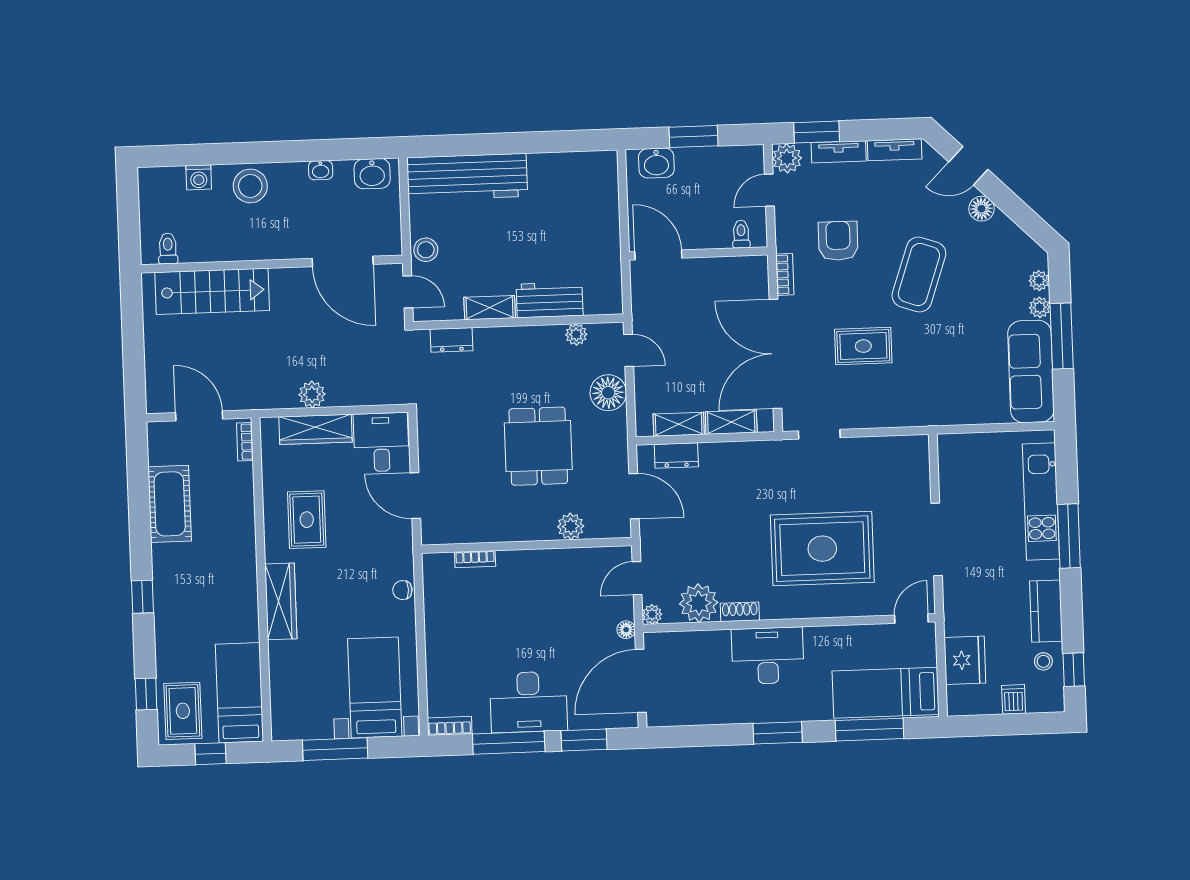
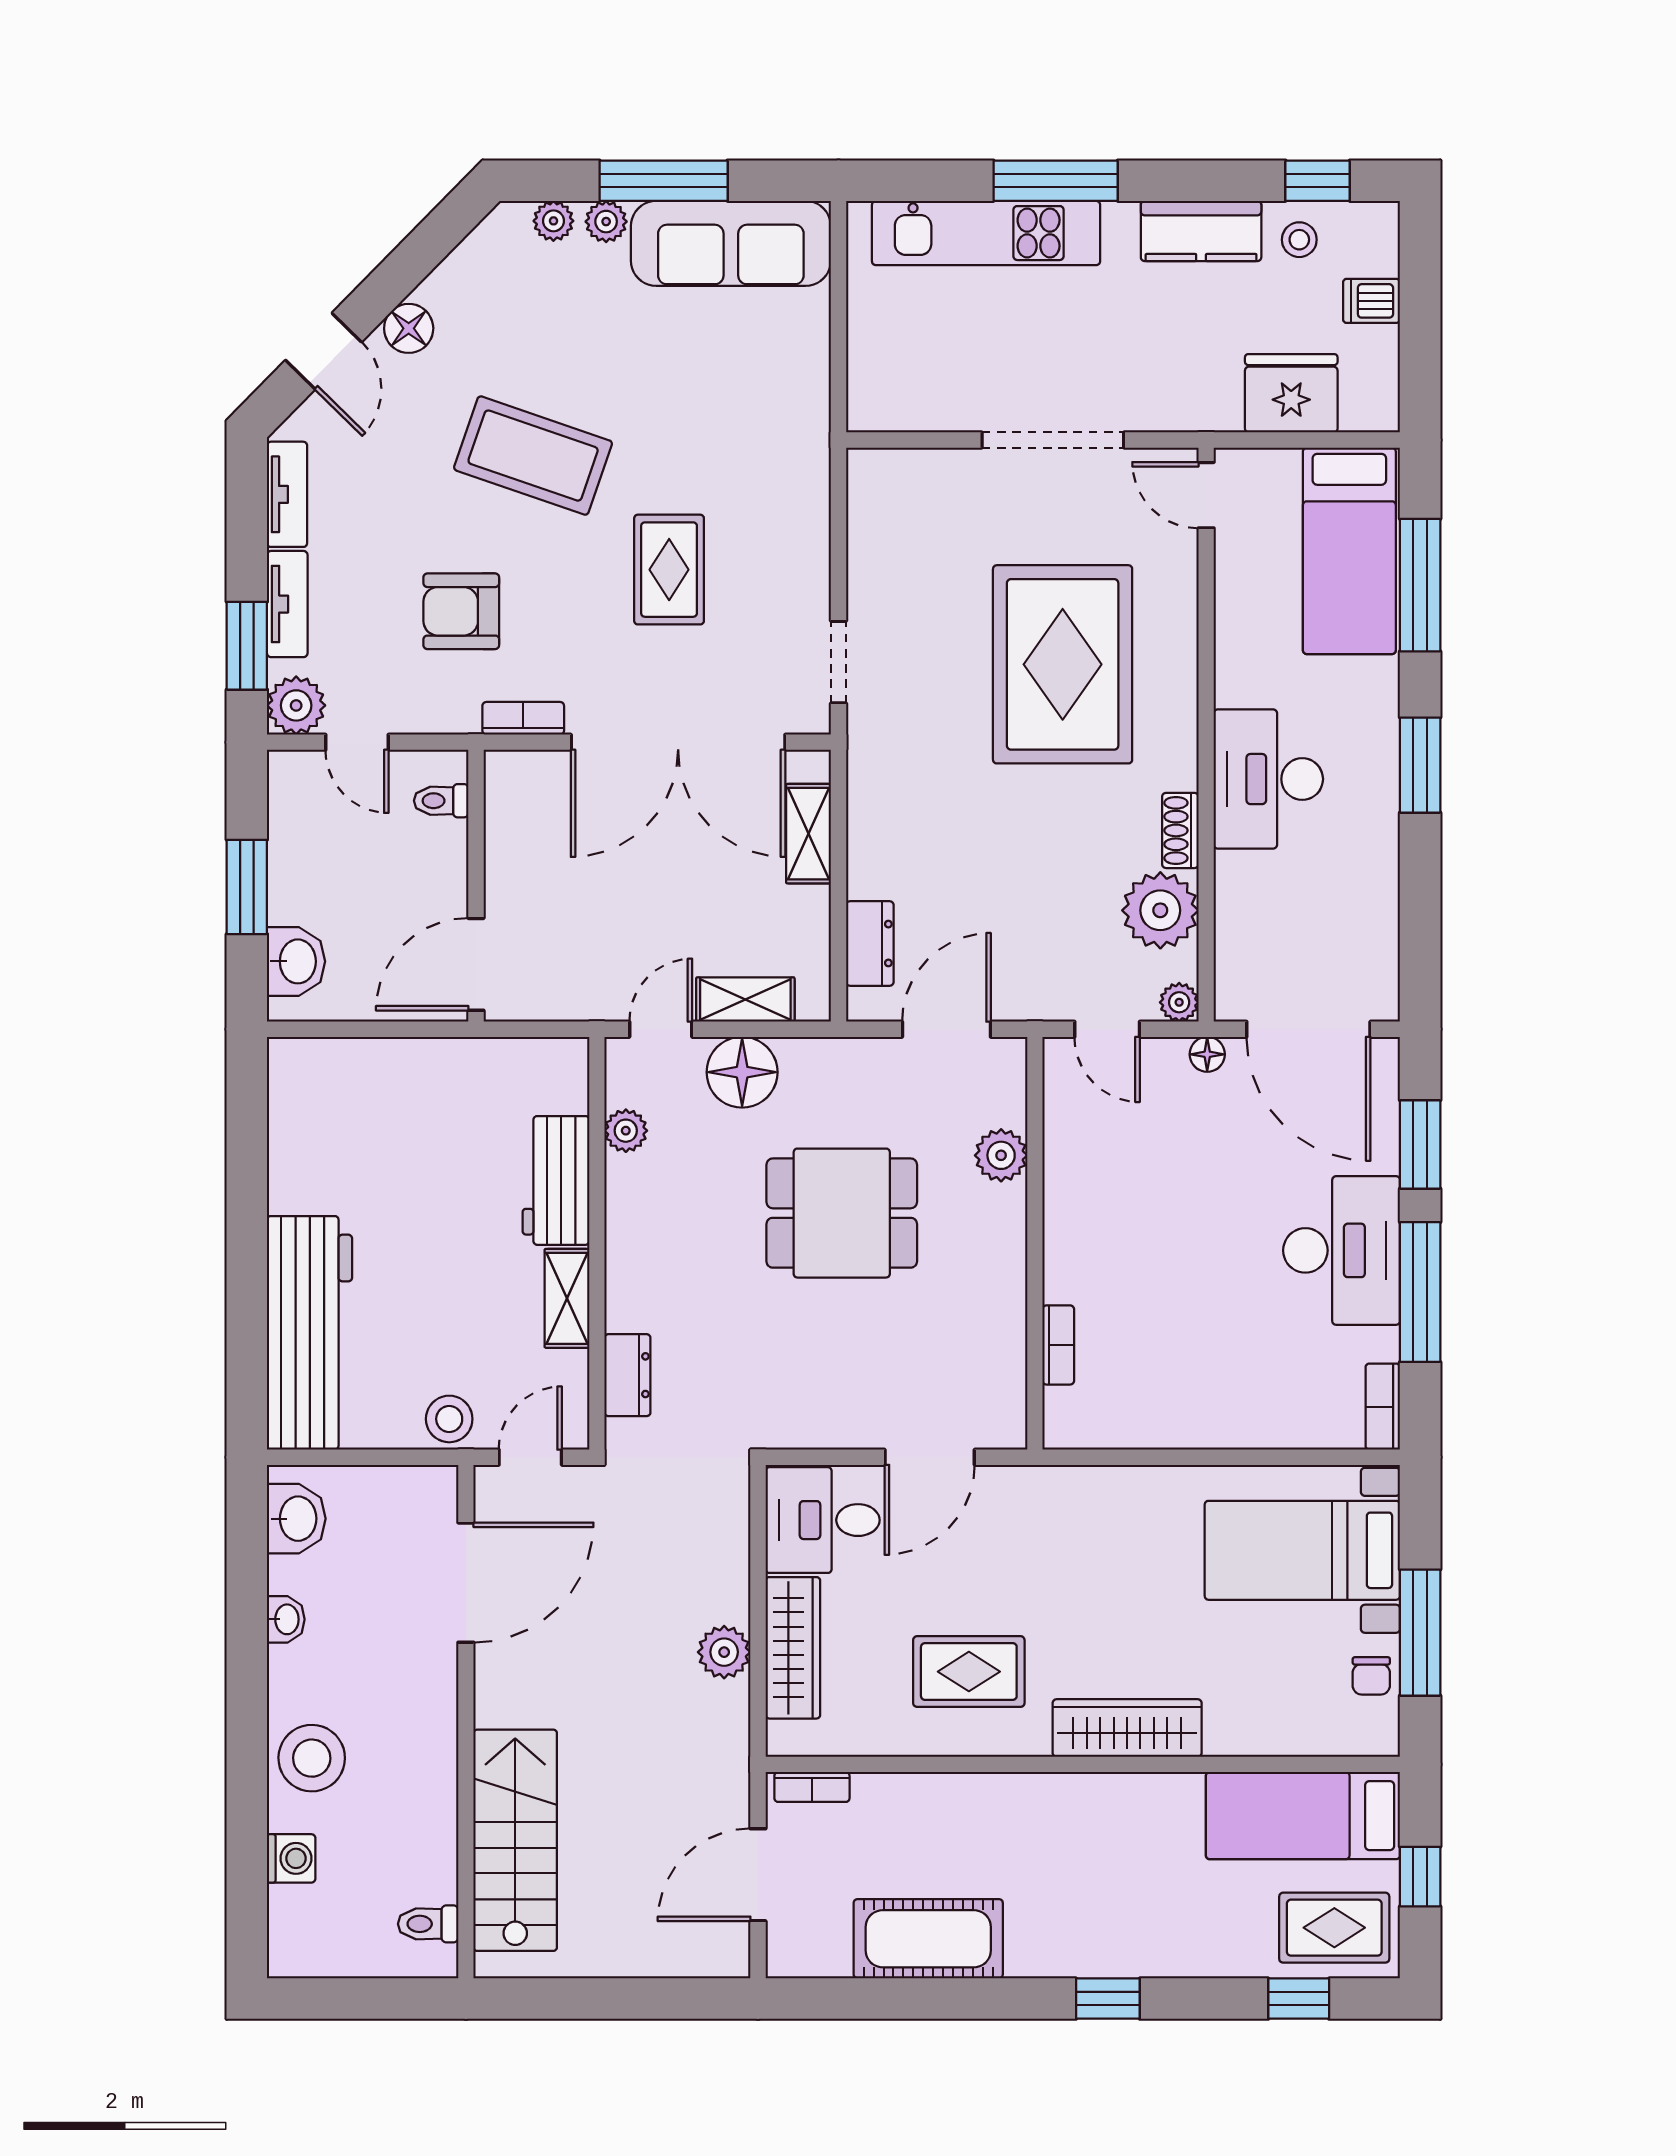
shelving: (679, 424) -> (745, 1000), moved, turned 90
chair: (402, 590) -> (1371, 1676), moved

